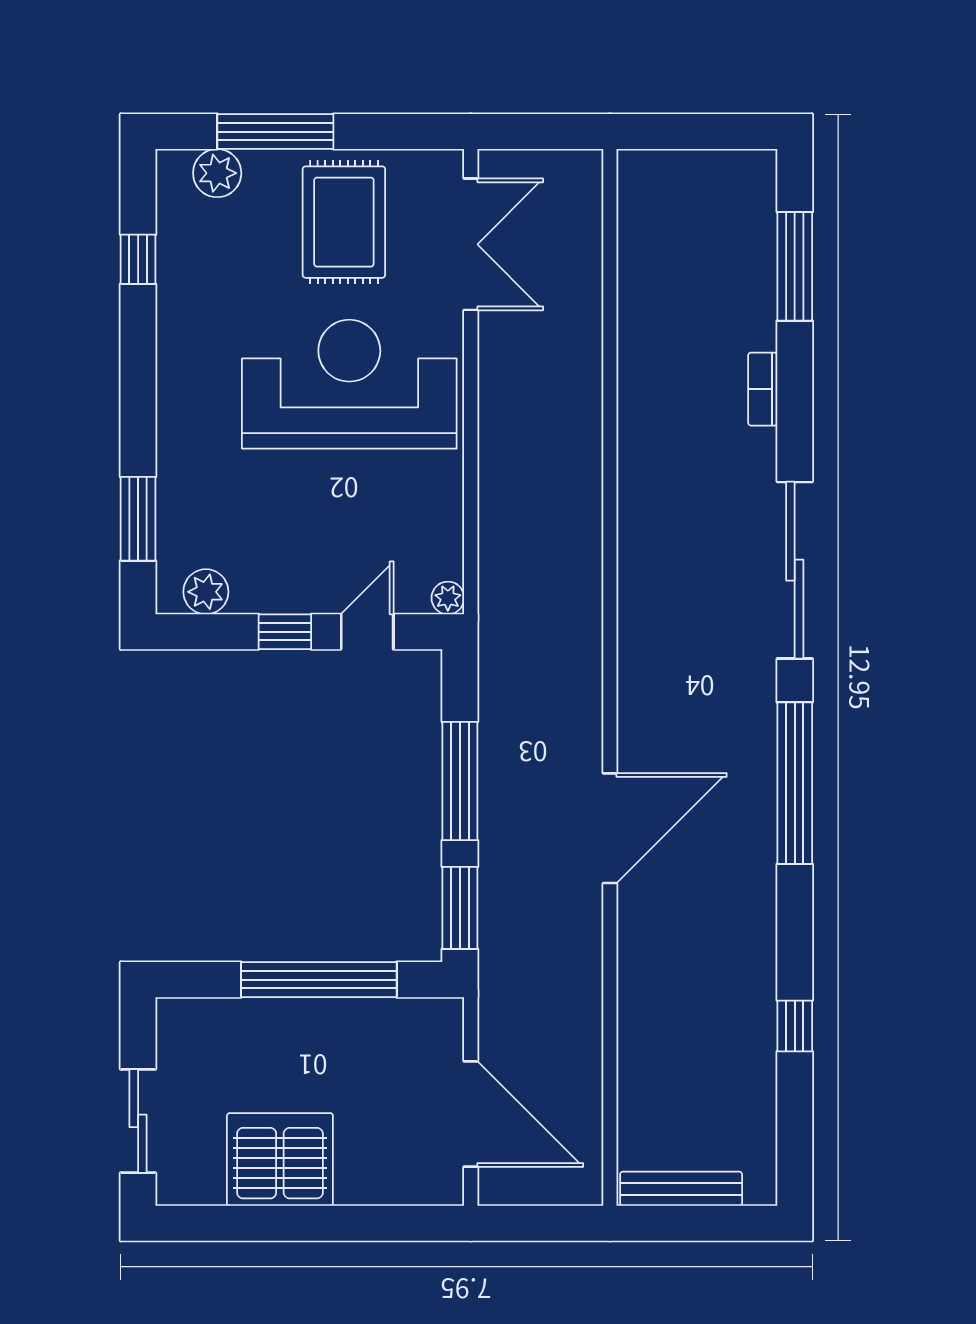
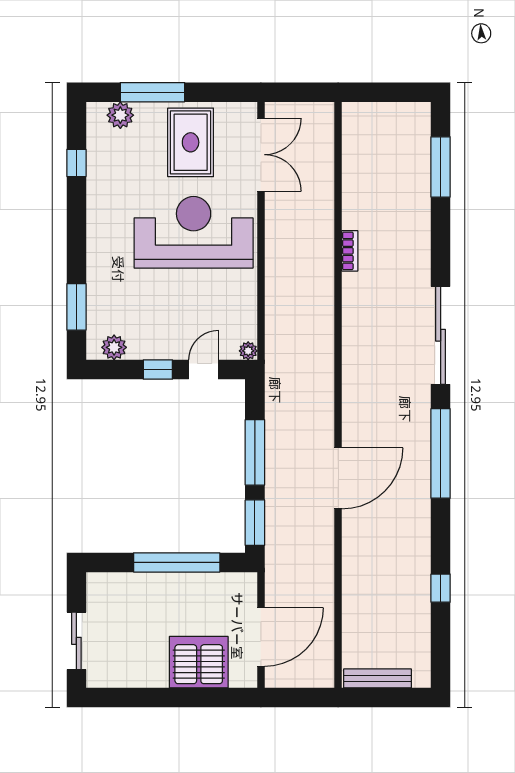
bookcase: (763, 389) -> (350, 251), moved, turned 180
door: (471, 1114) -> (261, 637), hinge flipped
server rack: (280, 1159) -> (199, 662), moved

